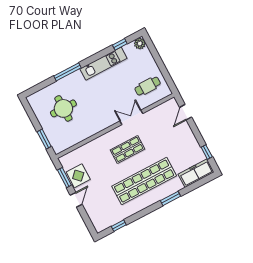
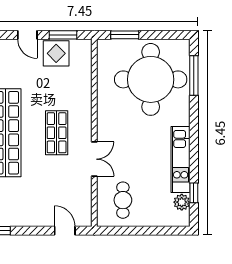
plant: (140, 43) -> (182, 202), moved
window: (68, 72) -> (194, 76), moved
round table: (63, 108) -> (151, 79), width x1.86, depth x1.86

